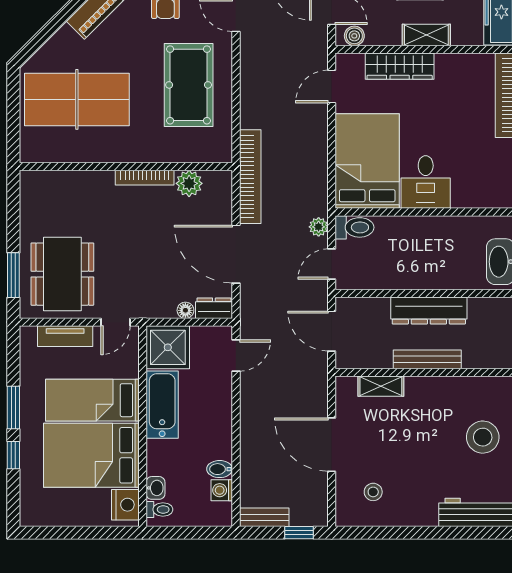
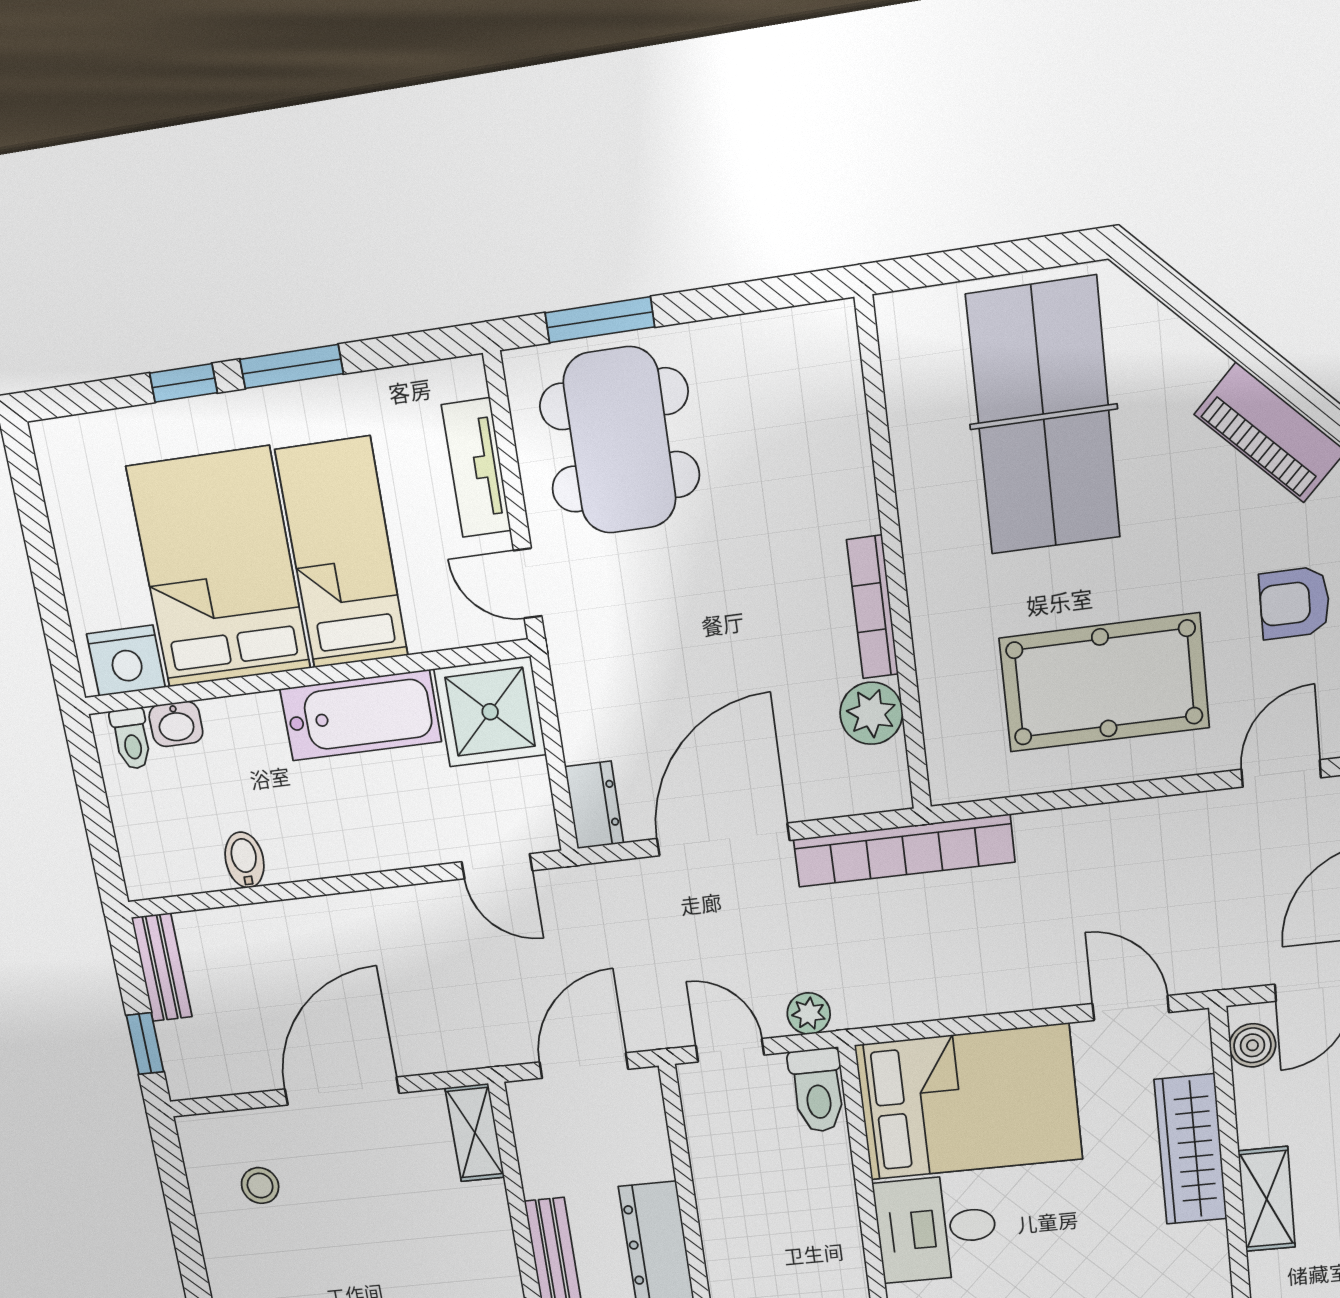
dining table: (62, 274) -> (620, 440), turned 90
floor lamp: (185, 310) -> (580, 741), removed
shelving: (381, 386) -> (475, 1133), moved
washing machine: (222, 490) -> (200, 870), removed

